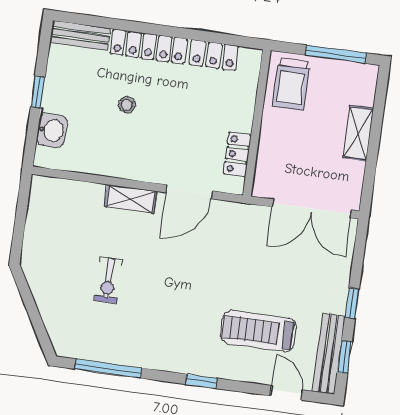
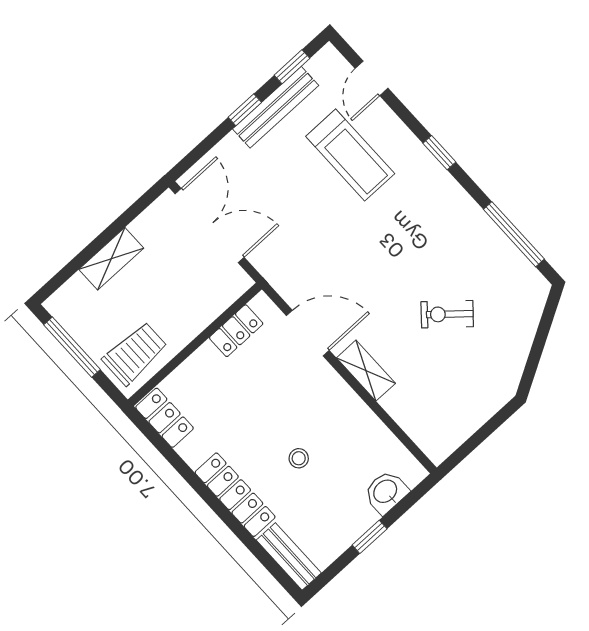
locker: (214, 55) -> (164, 418), moved
exercise bike: (108, 280) -> (447, 314), turned -139
bench: (329, 354) -> (276, 107), moved

